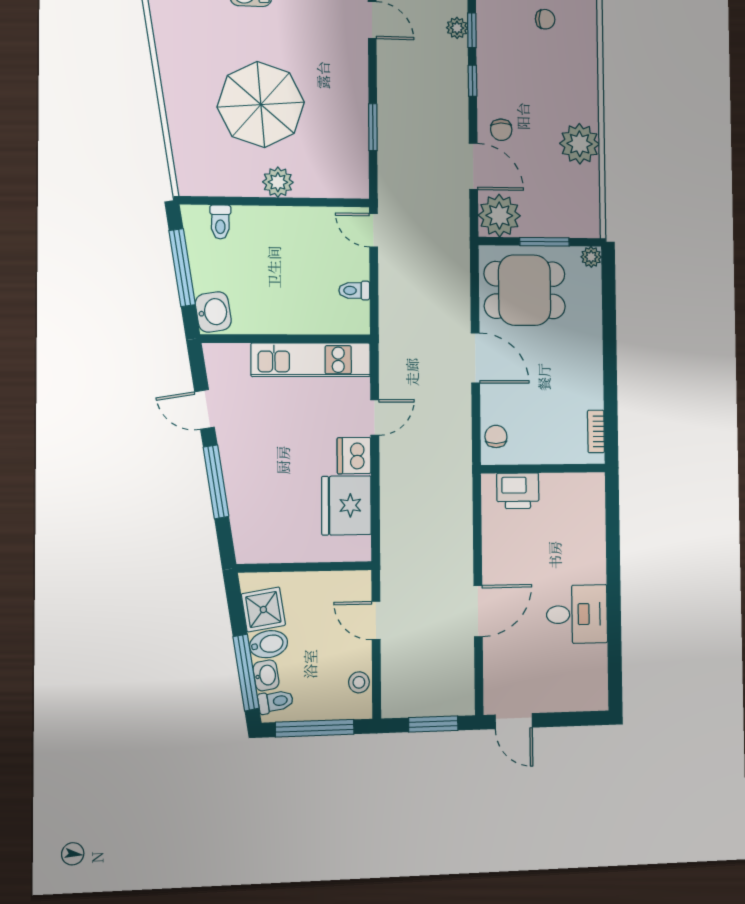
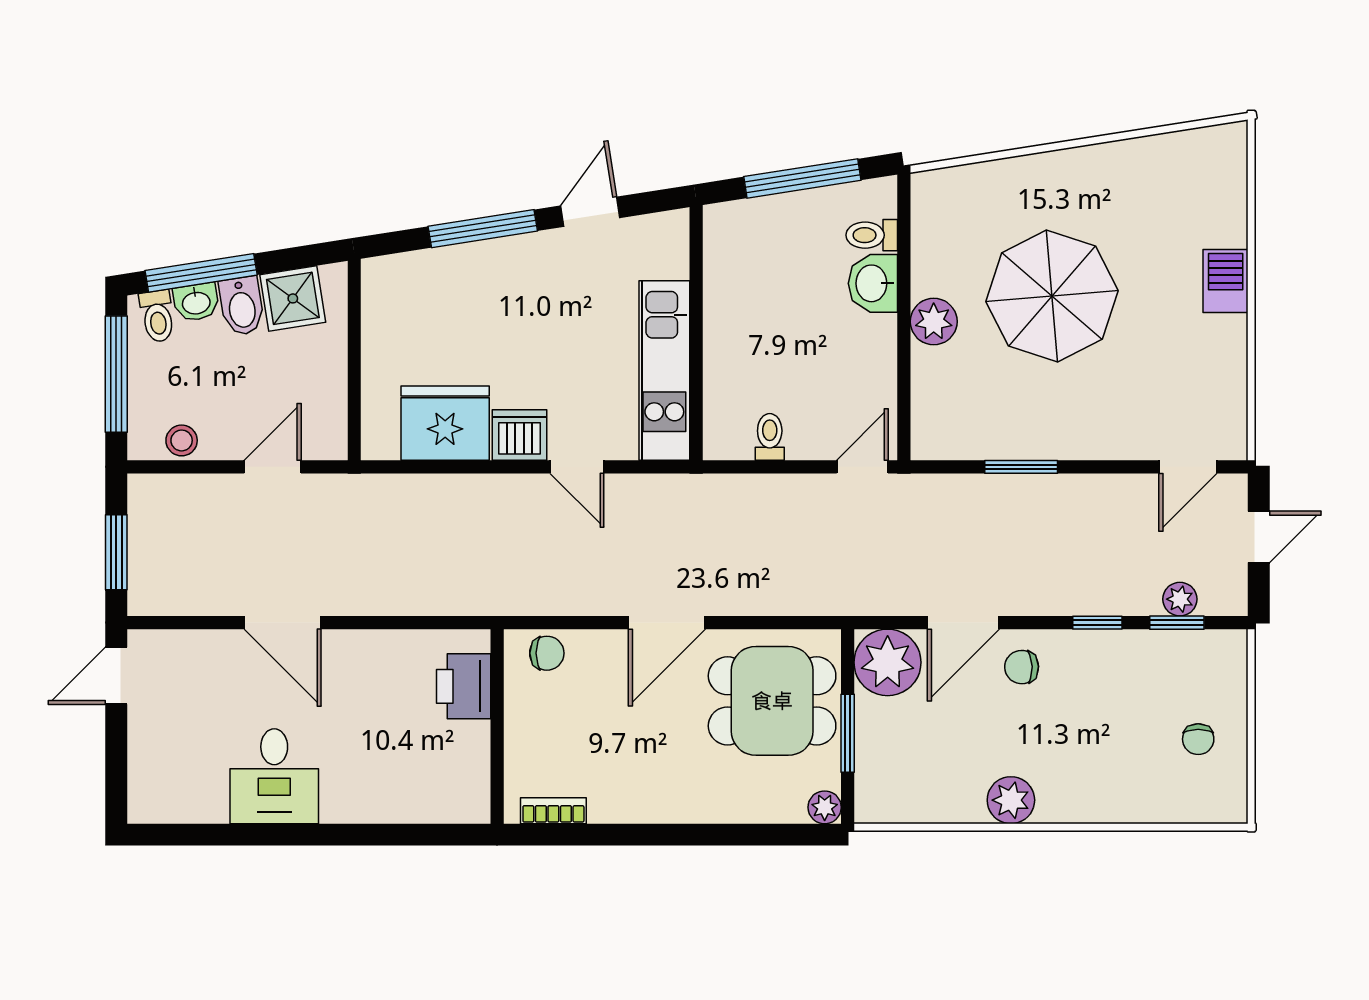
plant: (580, 144) -> (1011, 800), width x0.73, depth x0.73
dining table: (525, 290) -> (772, 701), turned 90
washbasin: (213, 312) -> (873, 283), moved, turned 99

